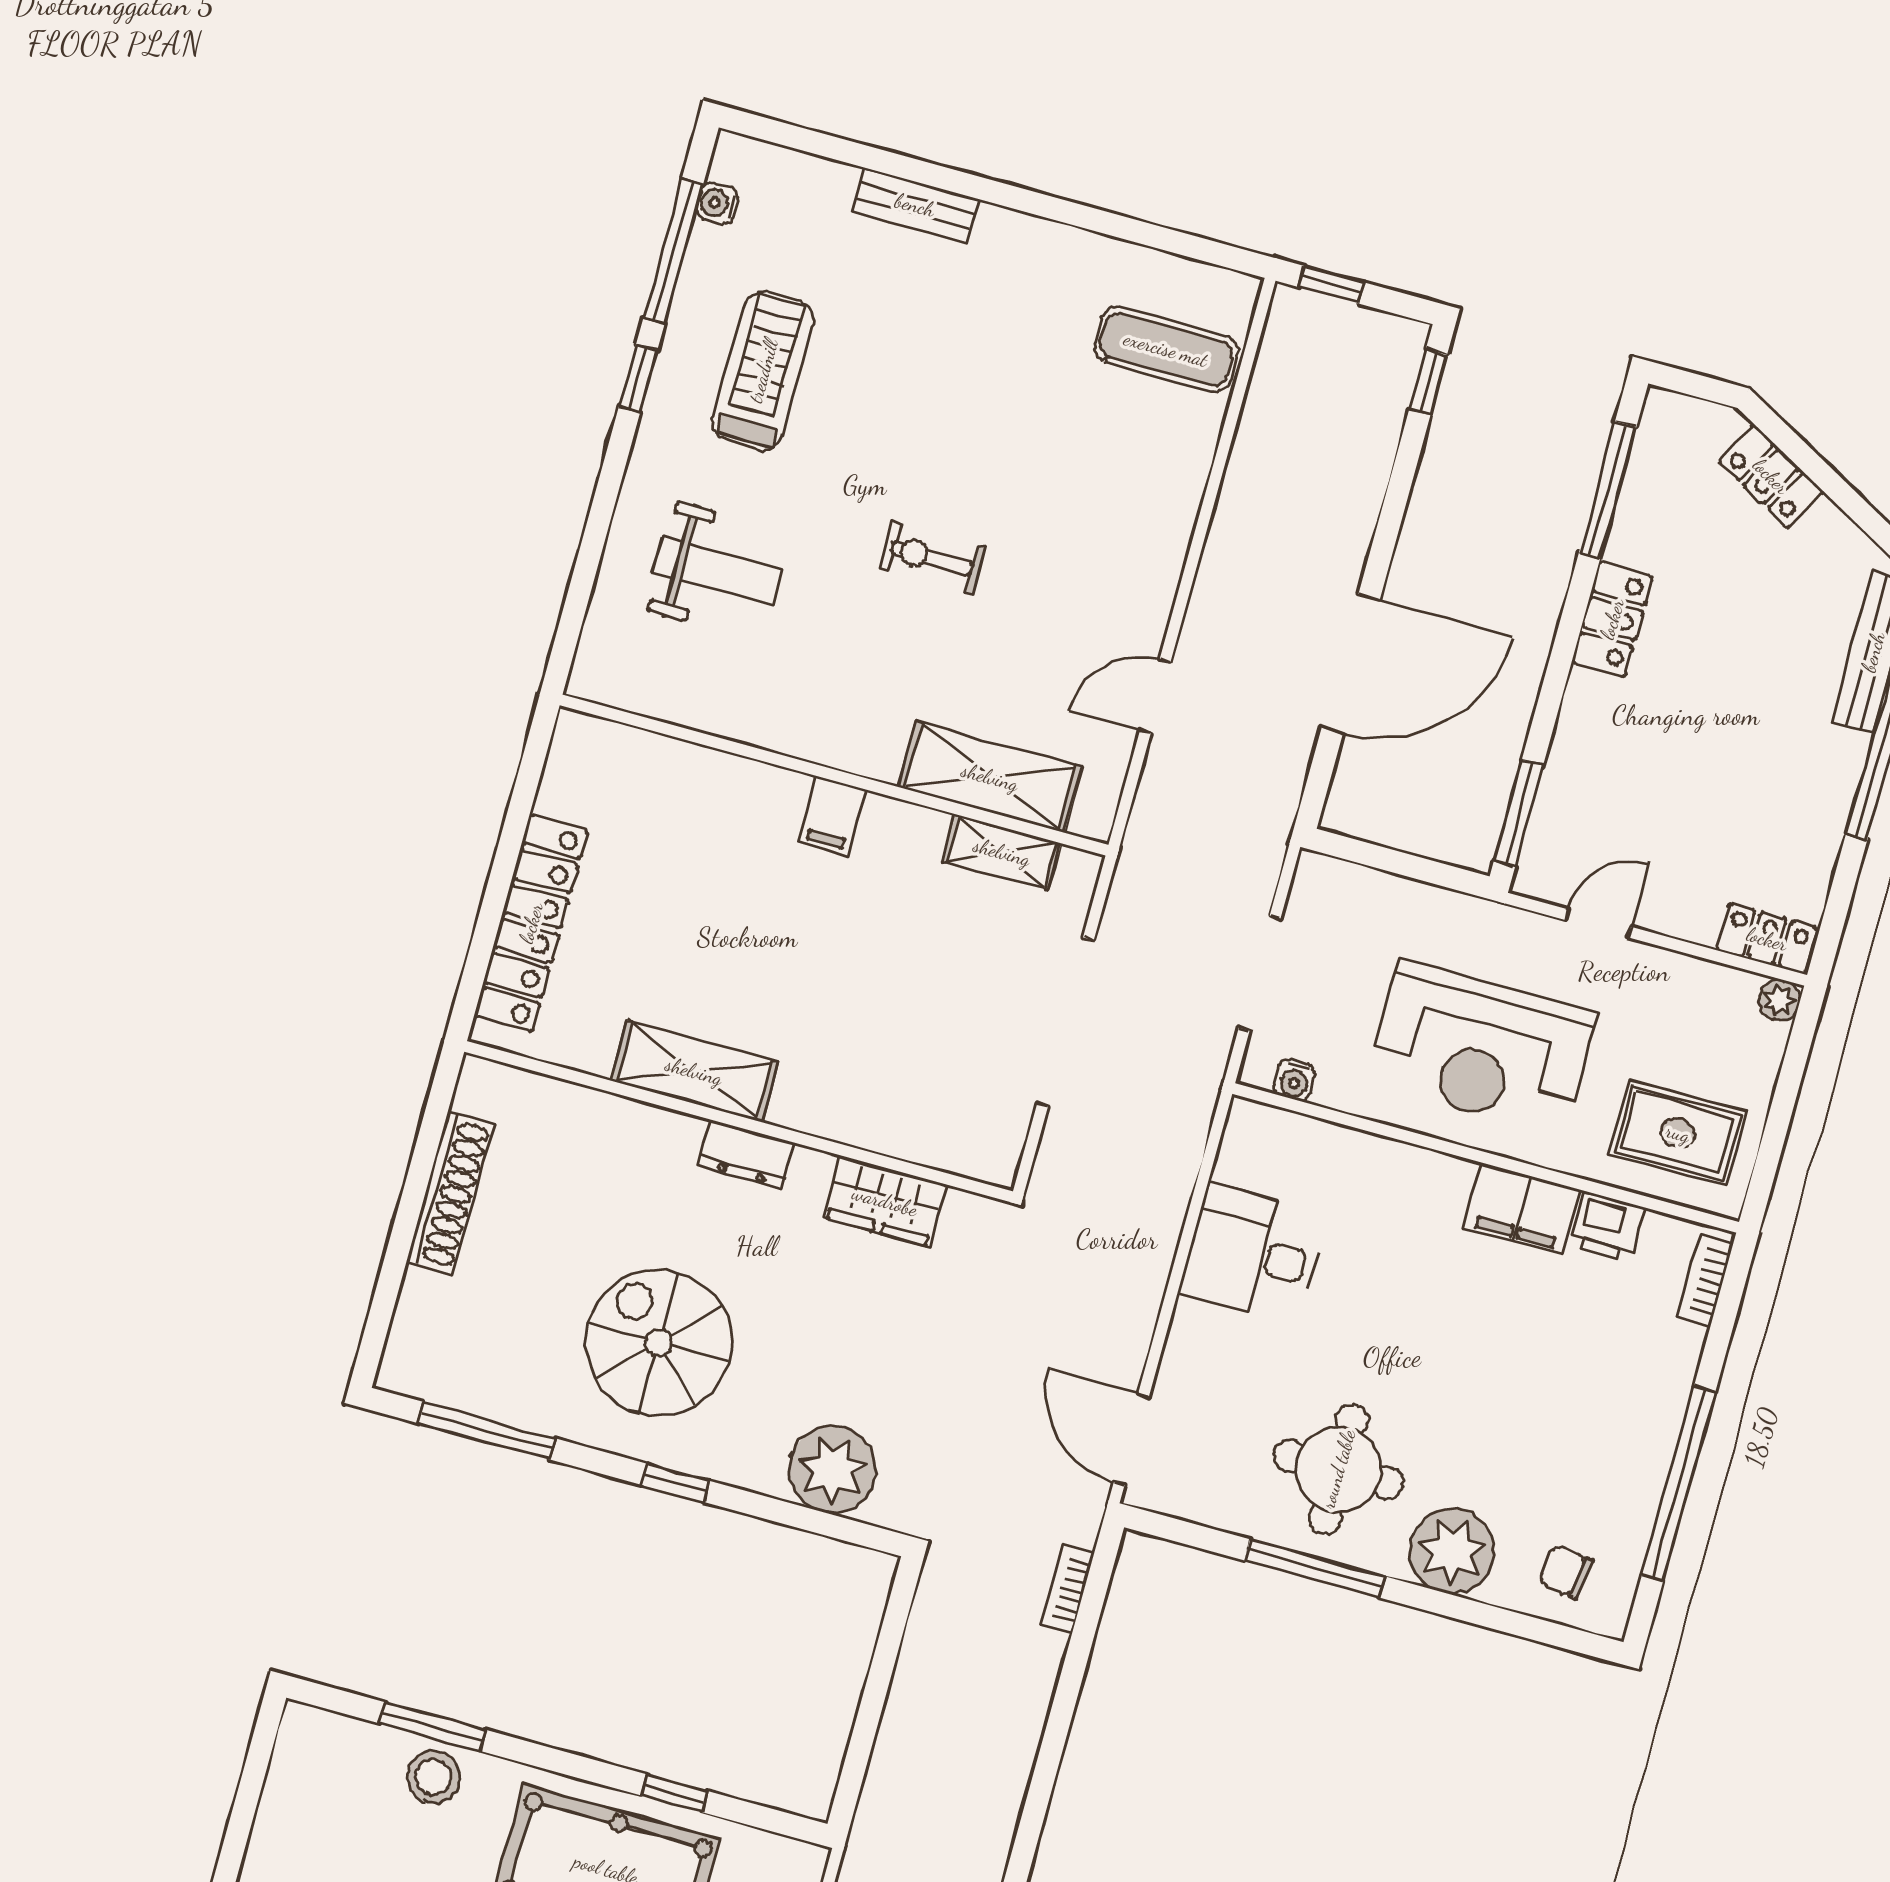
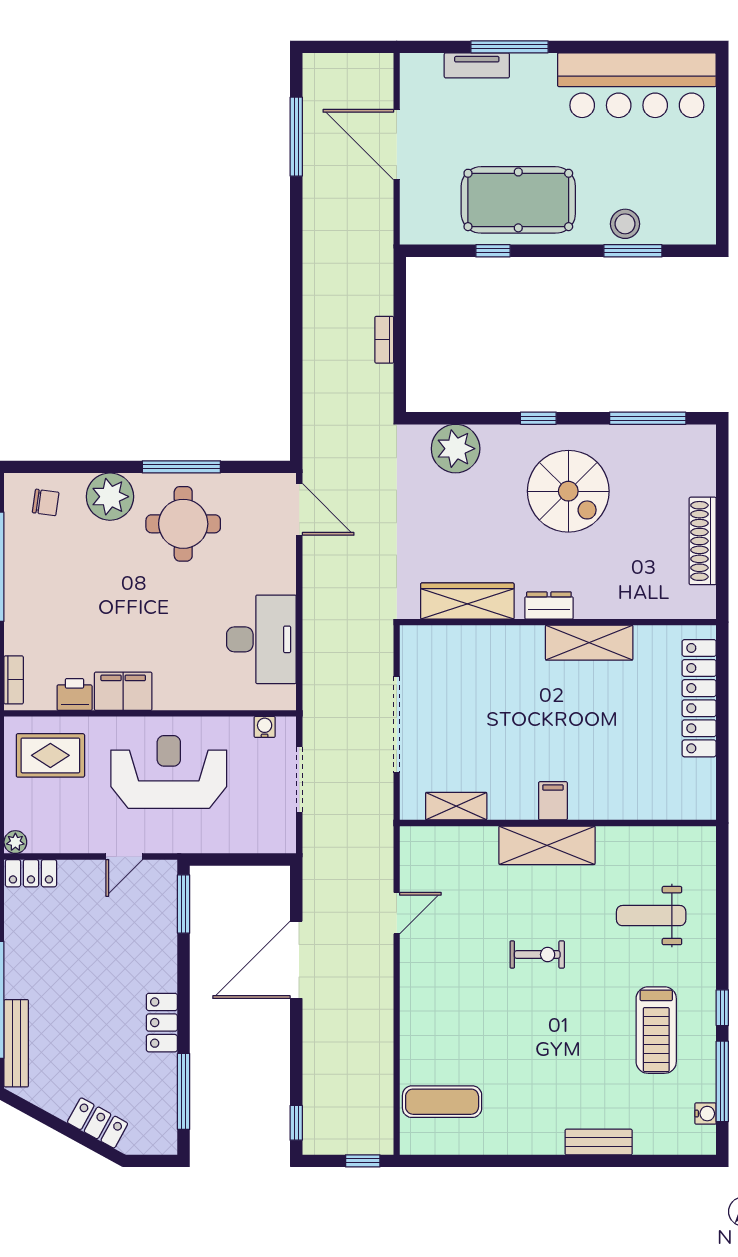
shelving: (990, 777) -> (547, 845), moved
wardrobe: (885, 1201) -> (467, 601), width x1.50
desk: (1253, 1254) -> (261, 639), width x1.37
bookcase: (1067, 1589) -> (384, 340), moved, turned 180

